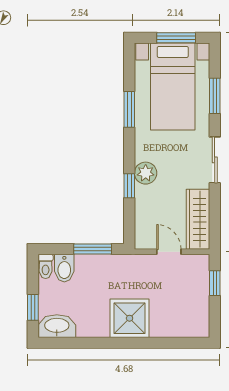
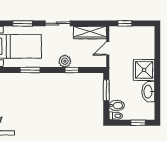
washbasin: (57, 326) -> (148, 92), moved

